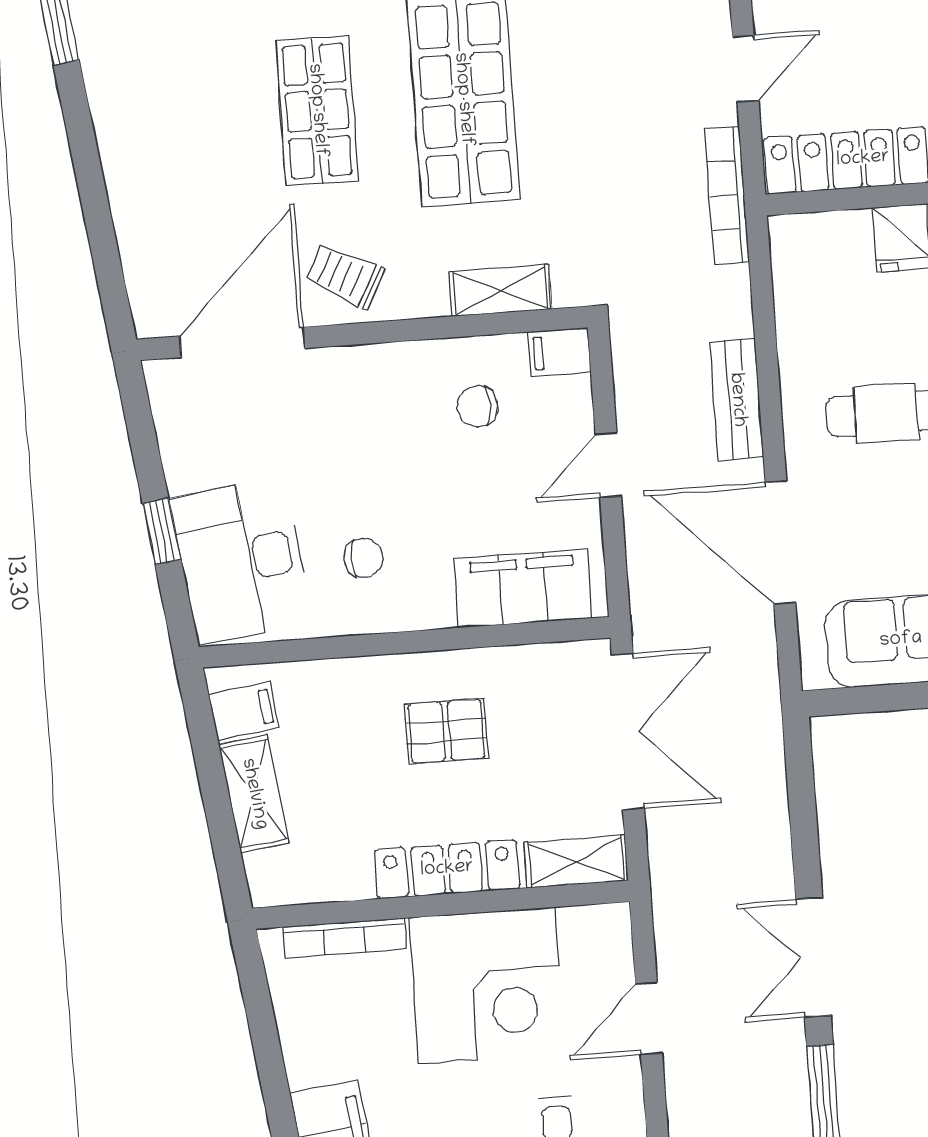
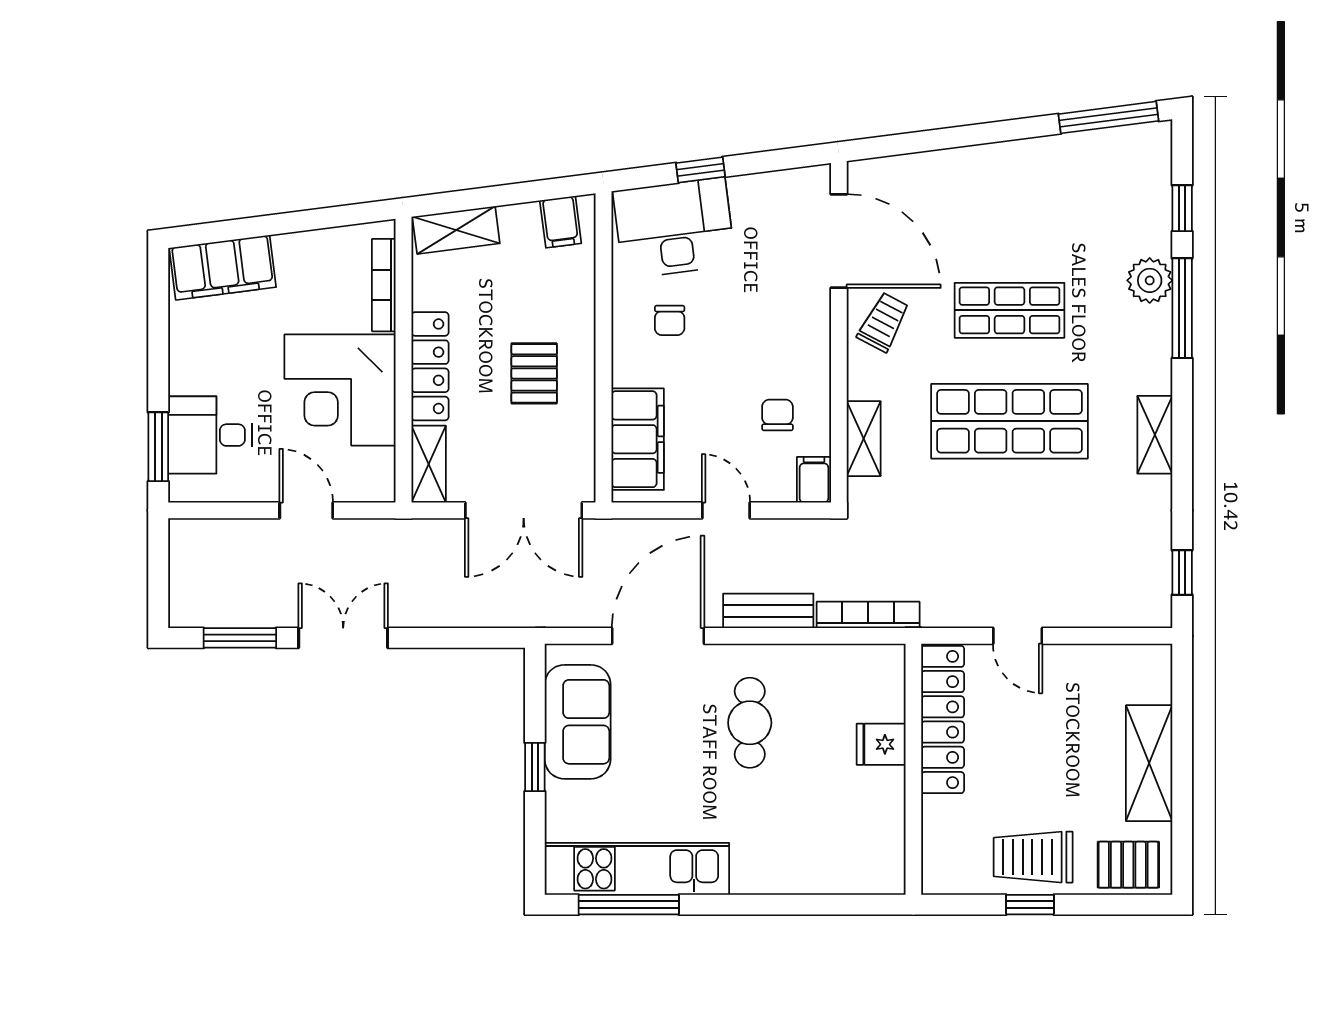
bookcase: (727, 195) -> (868, 615), moved
shelving: (254, 794) -> (456, 230), moved

